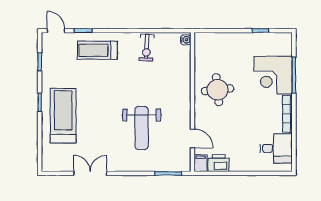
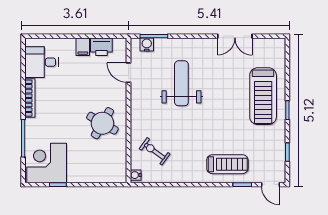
exercise bike: (147, 48) -> (155, 151), moved, turned -57
corner desk: (273, 75) -> (47, 163), moved, turned -90
round table: (218, 90) -> (102, 123), turned 36
filing cabinet: (201, 163) -> (83, 47), moved
water cooler: (175, 165) -> (147, 45), added

